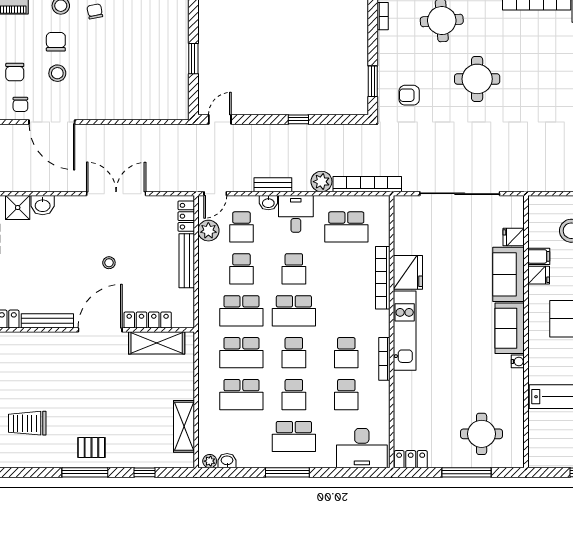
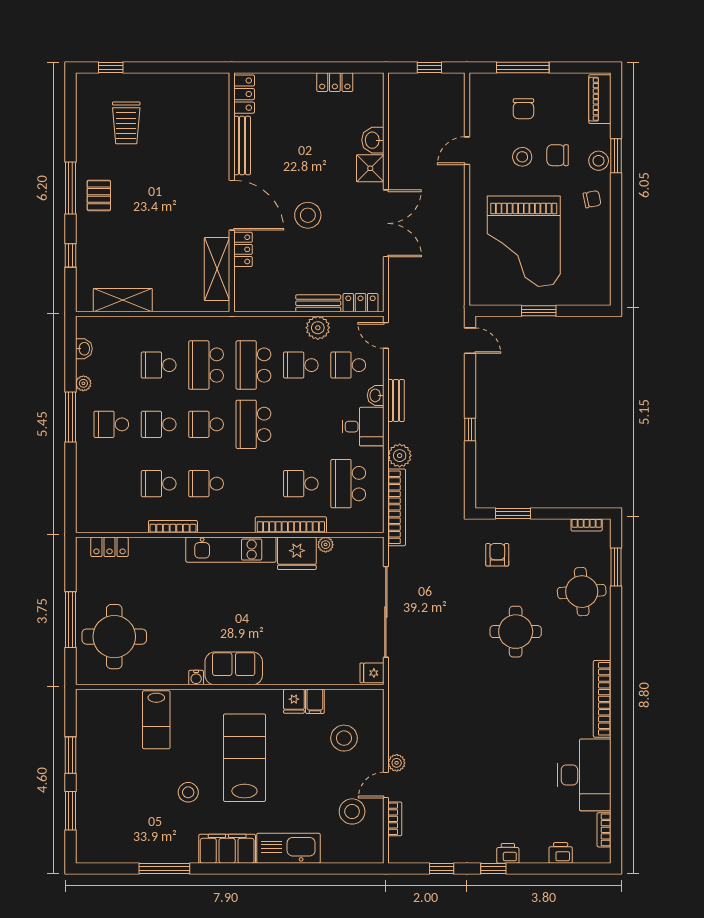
chair: (56, 42) -> (558, 155), turned 180
chair: (15, 72) -> (523, 109), turned -90
grand piano: (132, 72) -> (524, 241), added
chair: (20, 104) -> (487, 115), removed
door: (52, 122) -> (467, 151), width x0.53
shower: (18, 208) -> (370, 168), moved
plant: (208, 231) -> (318, 328), moved
fridge: (514, 237) -> (372, 673), moved, turned -90
plant: (400, 247) -> (326, 545), added
bench: (187, 261) -> (318, 303), width x0.73
stool: (109, 263) -> (308, 215), width x1.89, depth x1.89
school desk: (294, 269) -> (301, 484), moved
sofa: (509, 274) -> (295, 667), removed
locker: (148, 320) -> (243, 249), width x0.66
bookcase: (384, 359) -> (173, 527), moved
school desk: (241, 395) -> (159, 365), width x0.54
trolley: (27, 423) -> (126, 123), turned 180
round table: (482, 434) -> (114, 637), width x1.36, depth x1.36
school desk: (294, 437) -> (111, 424), width x0.54
desk: (362, 448) -> (98, 501), removed
locker: (411, 459) -> (110, 547), moved, turned 90
plant: (210, 461) -> (83, 383), moved

